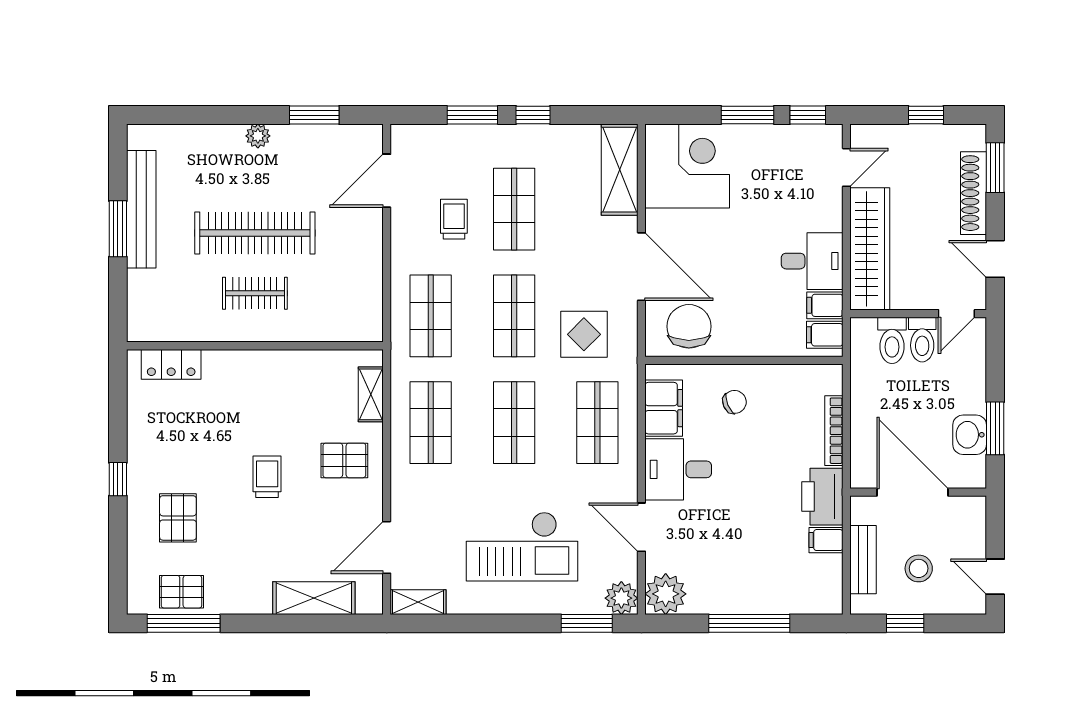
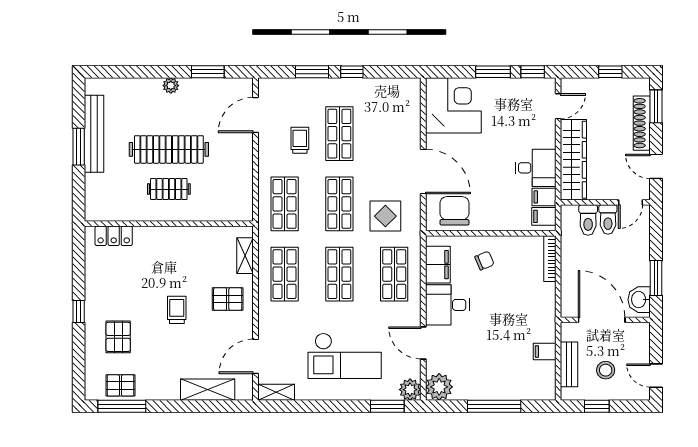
shelving: (620, 170) -> (409, 108), removed
bookcase: (834, 431) -> (550, 259), moved
washbasin: (970, 435) -> (639, 300), moved
printer: (822, 497) -> (542, 323), removed

